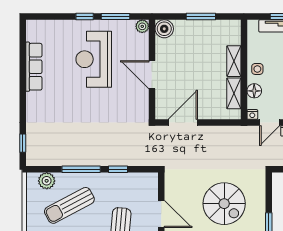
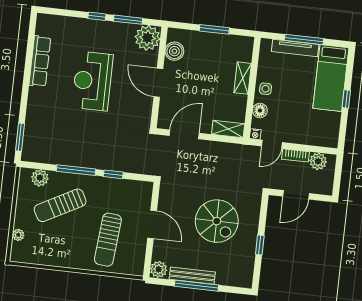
plant: (142, 26) -> (147, 38), width x1.87, depth x1.87
boiler: (164, 29) -> (174, 51), moved
reception desk: (94, 59) -> (92, 81), moved
shelving: (234, 93) -> (228, 129), moved, turned 90
window: (23, 143) -> (20, 137), width x1.50

